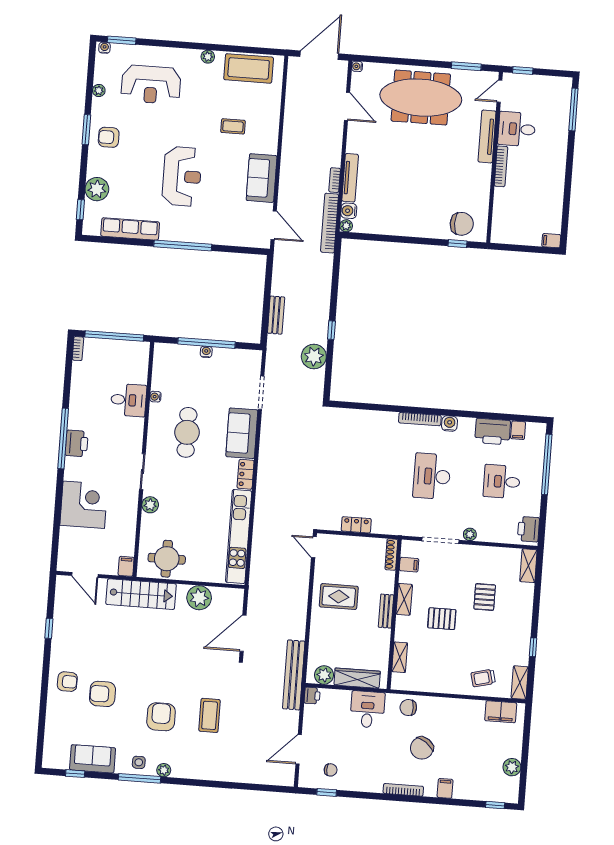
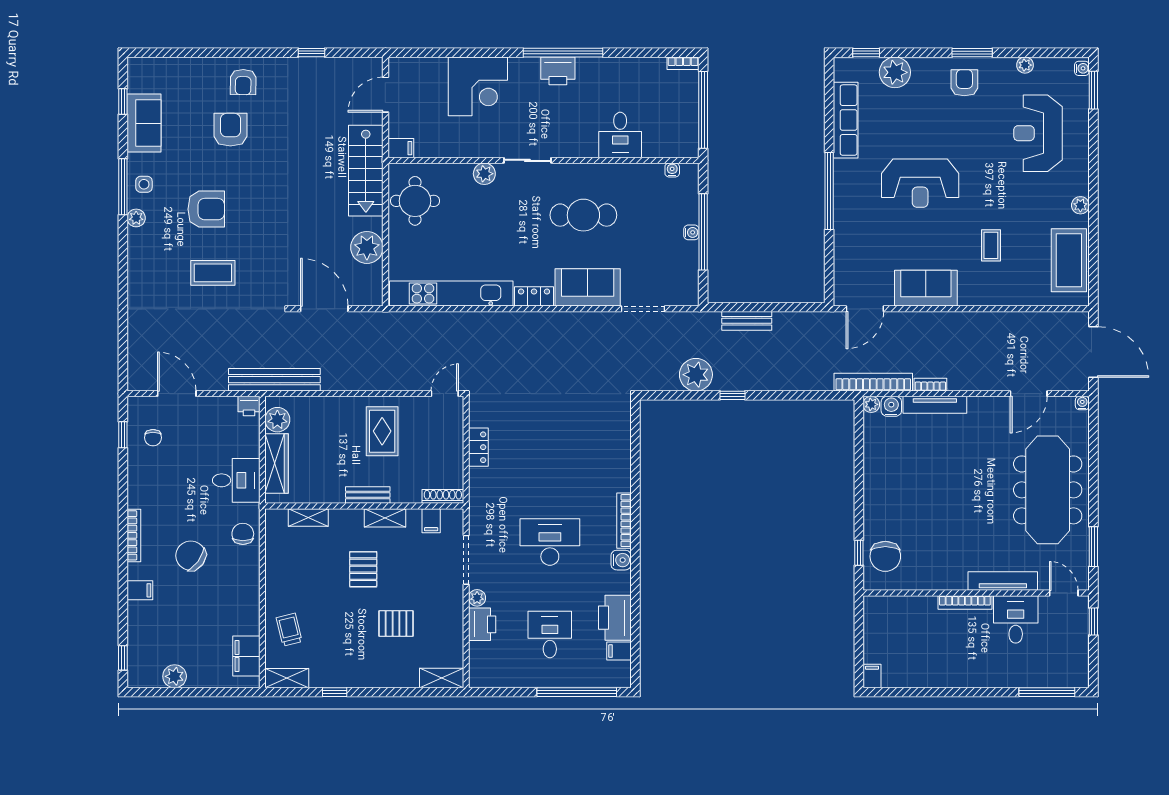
water cooler: (155, 397) -> (672, 170), moved
printer: (528, 529) -> (482, 624), moved, turned 90

